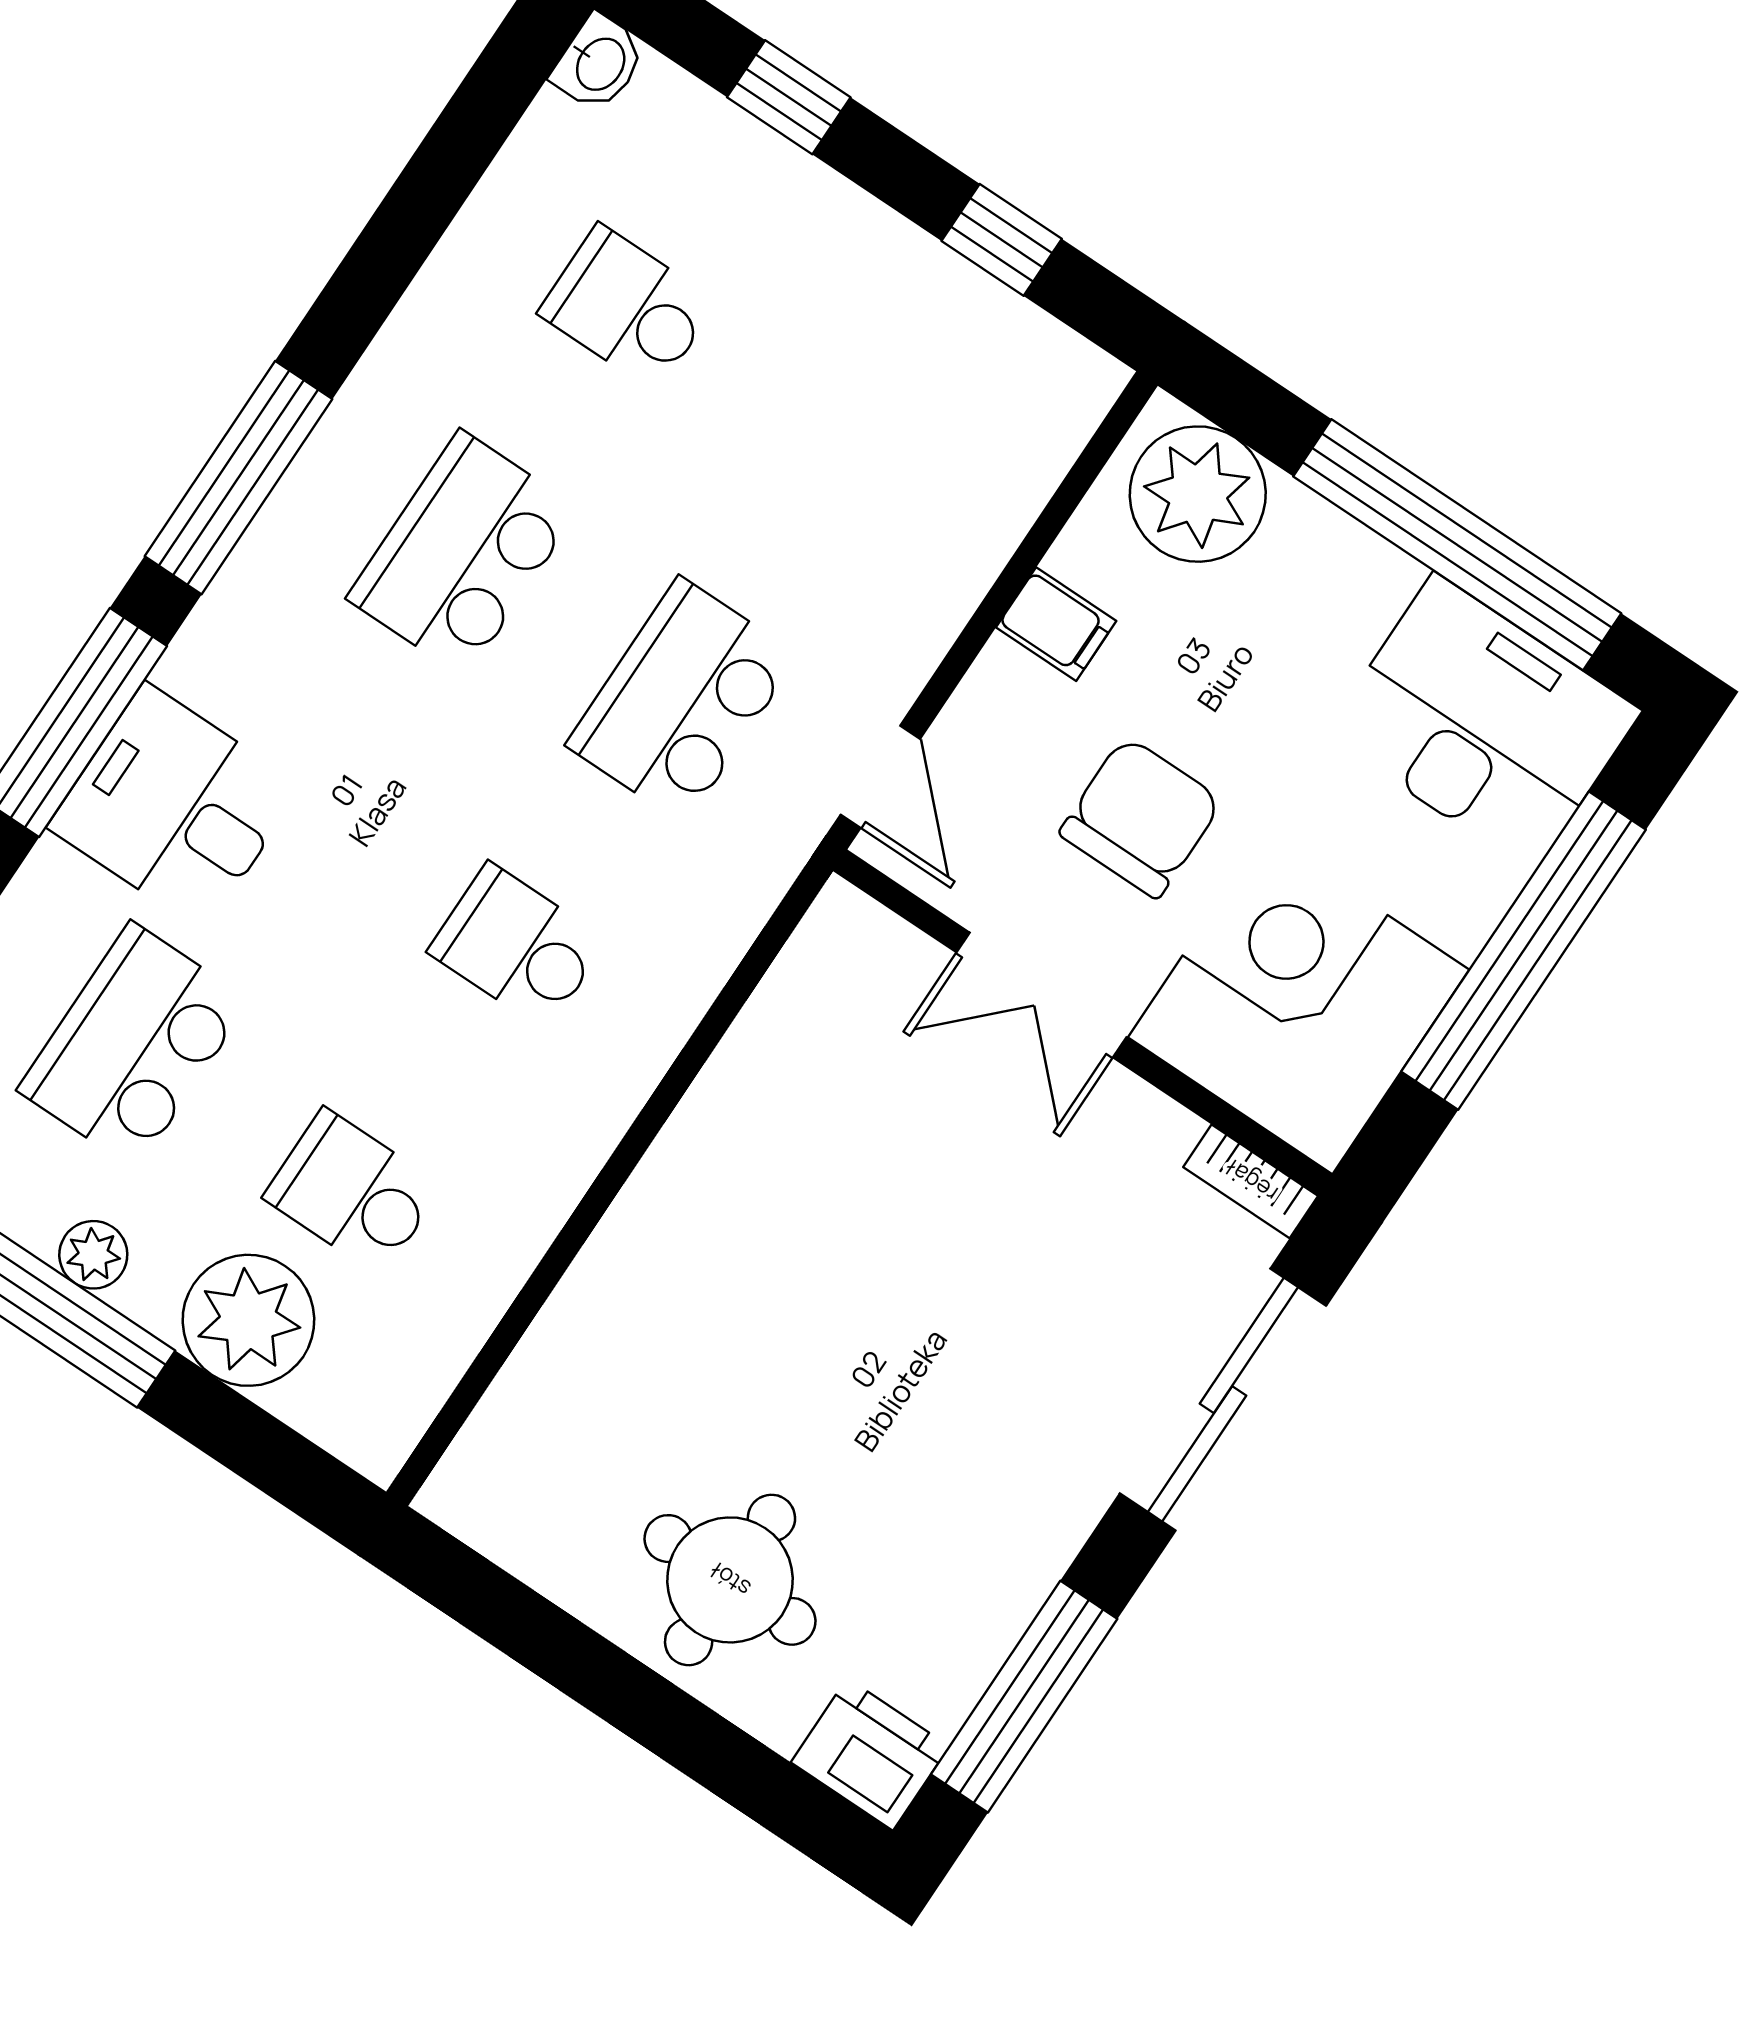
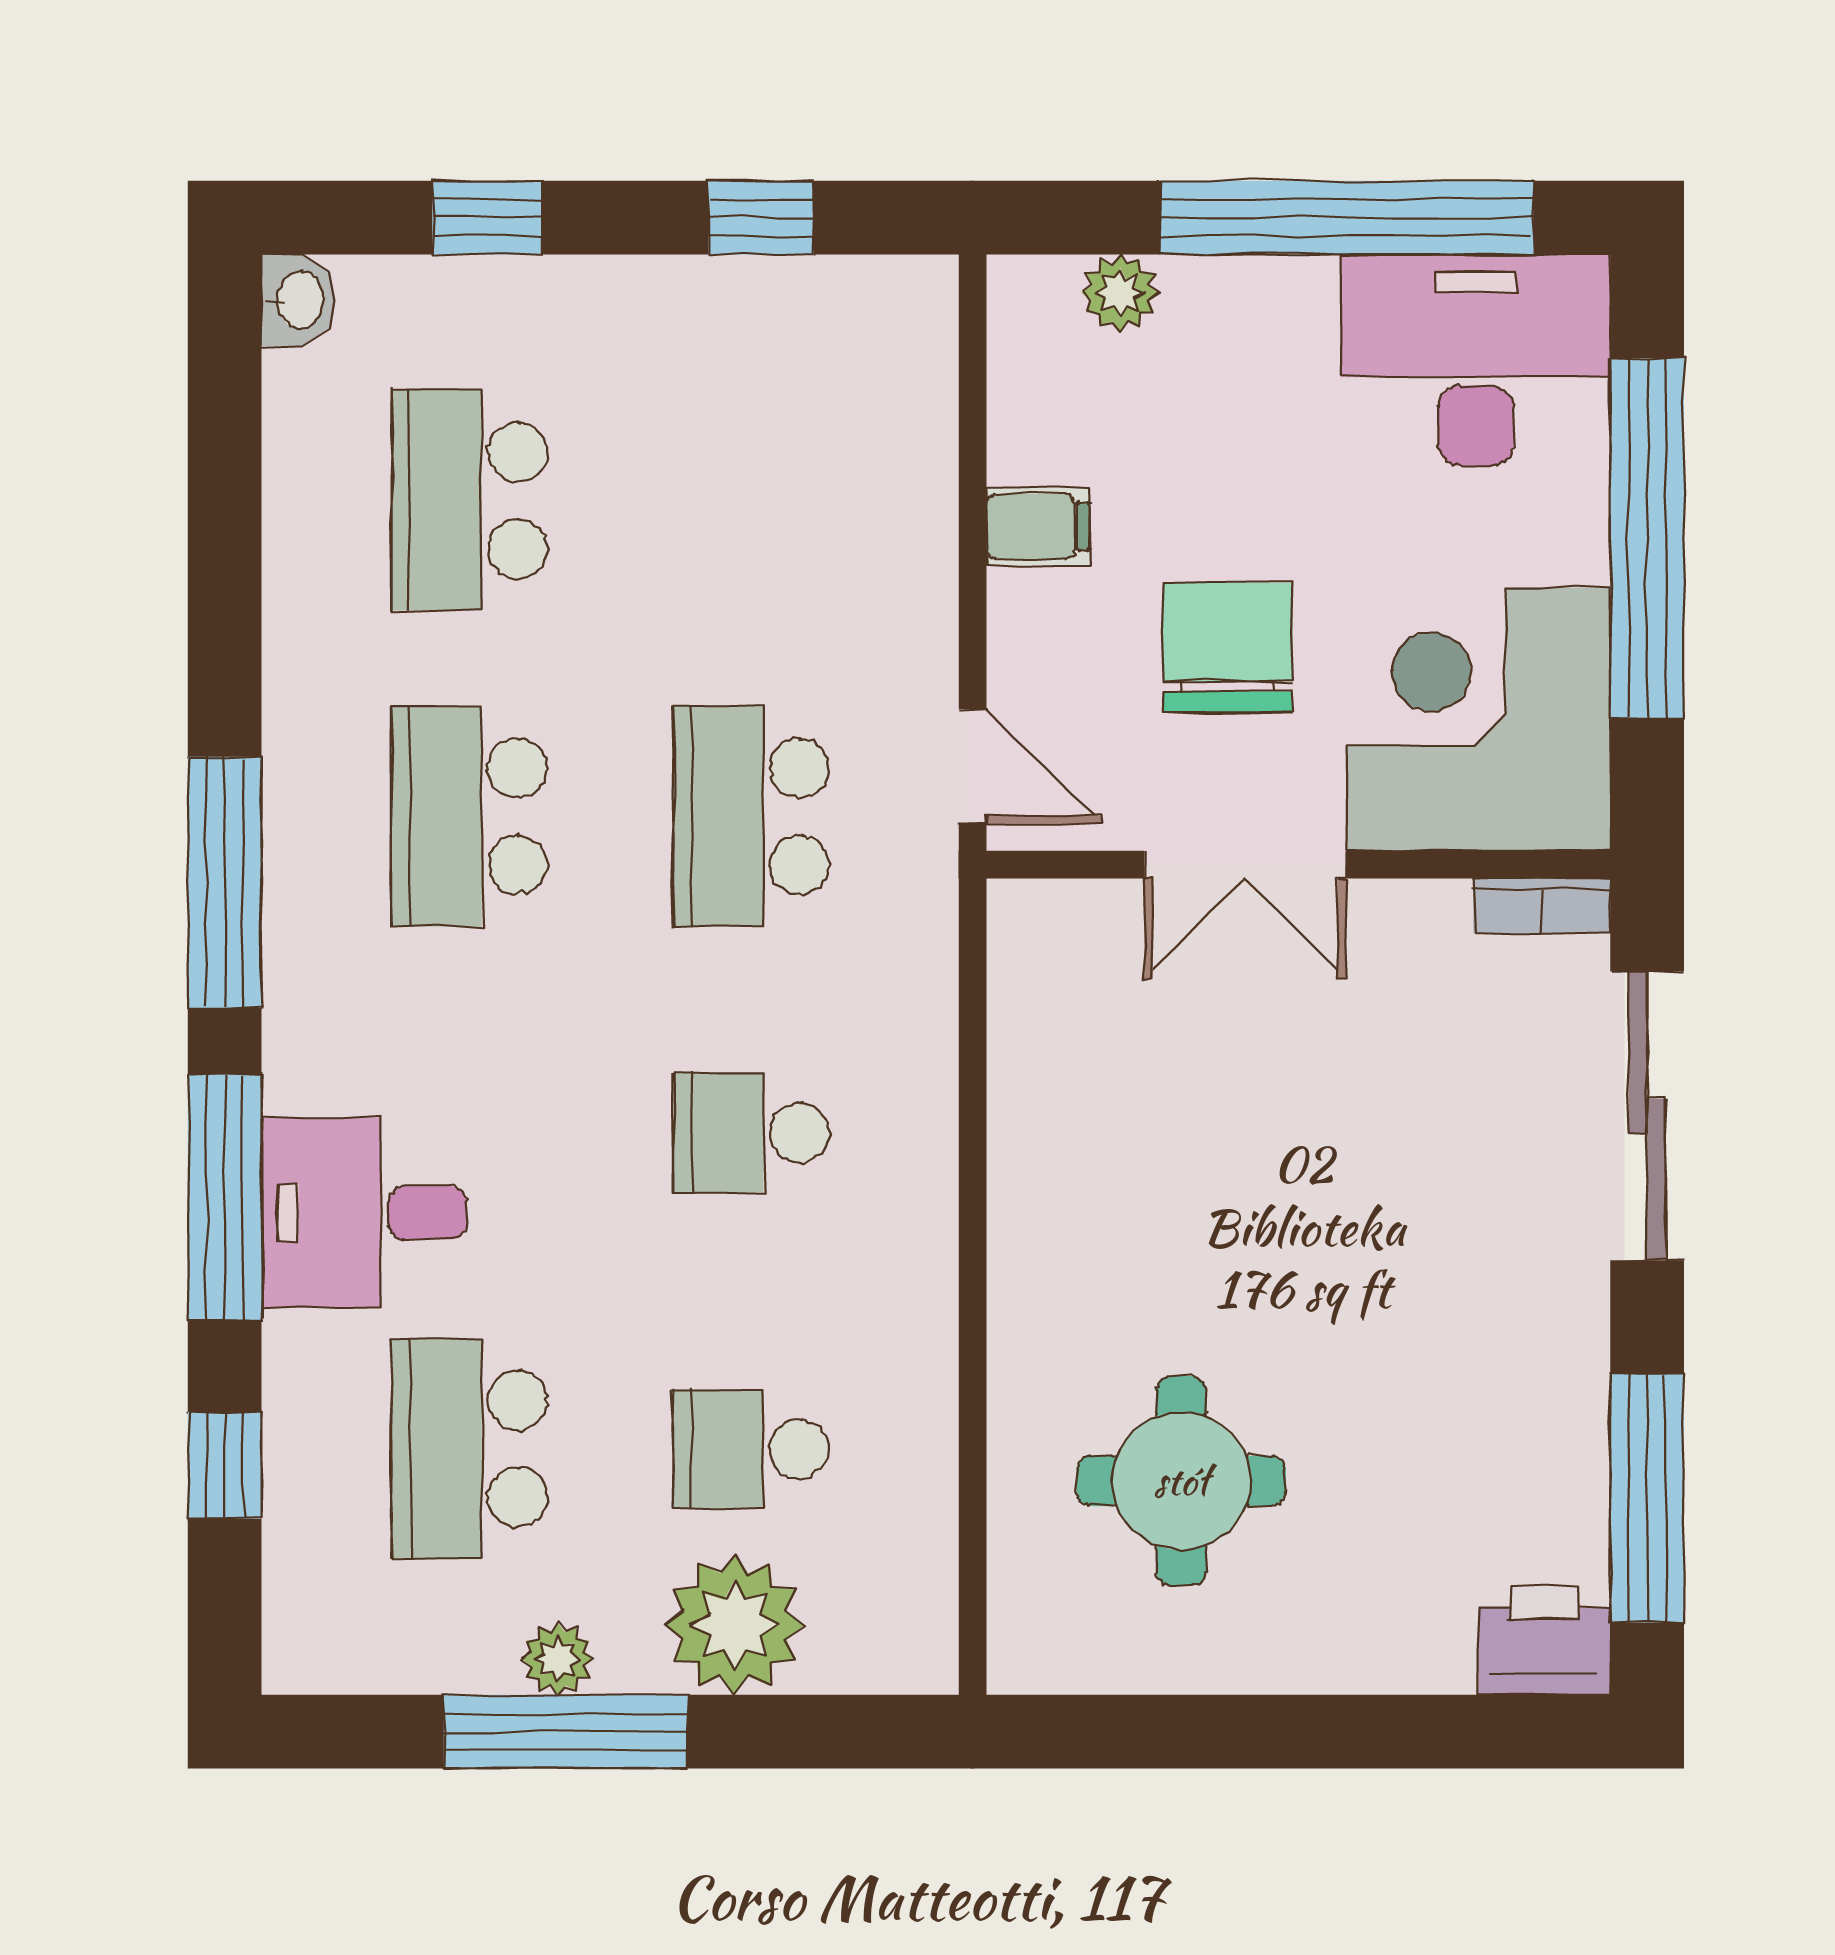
school desk: (628, 308) -> (469, 500), width x1.85
plant: (1198, 494) -> (1120, 293), width x0.53, depth x0.53
round table: (730, 1580) -> (1181, 1481), moved

